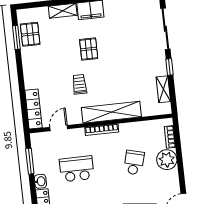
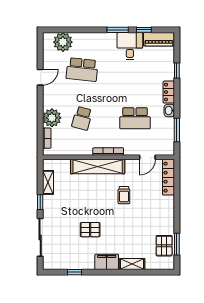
pallet: (89, 49) -> (90, 230), moved, turned 90

